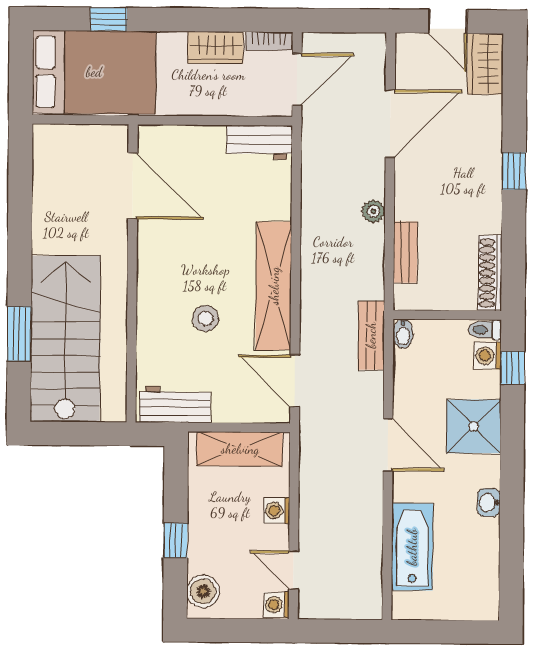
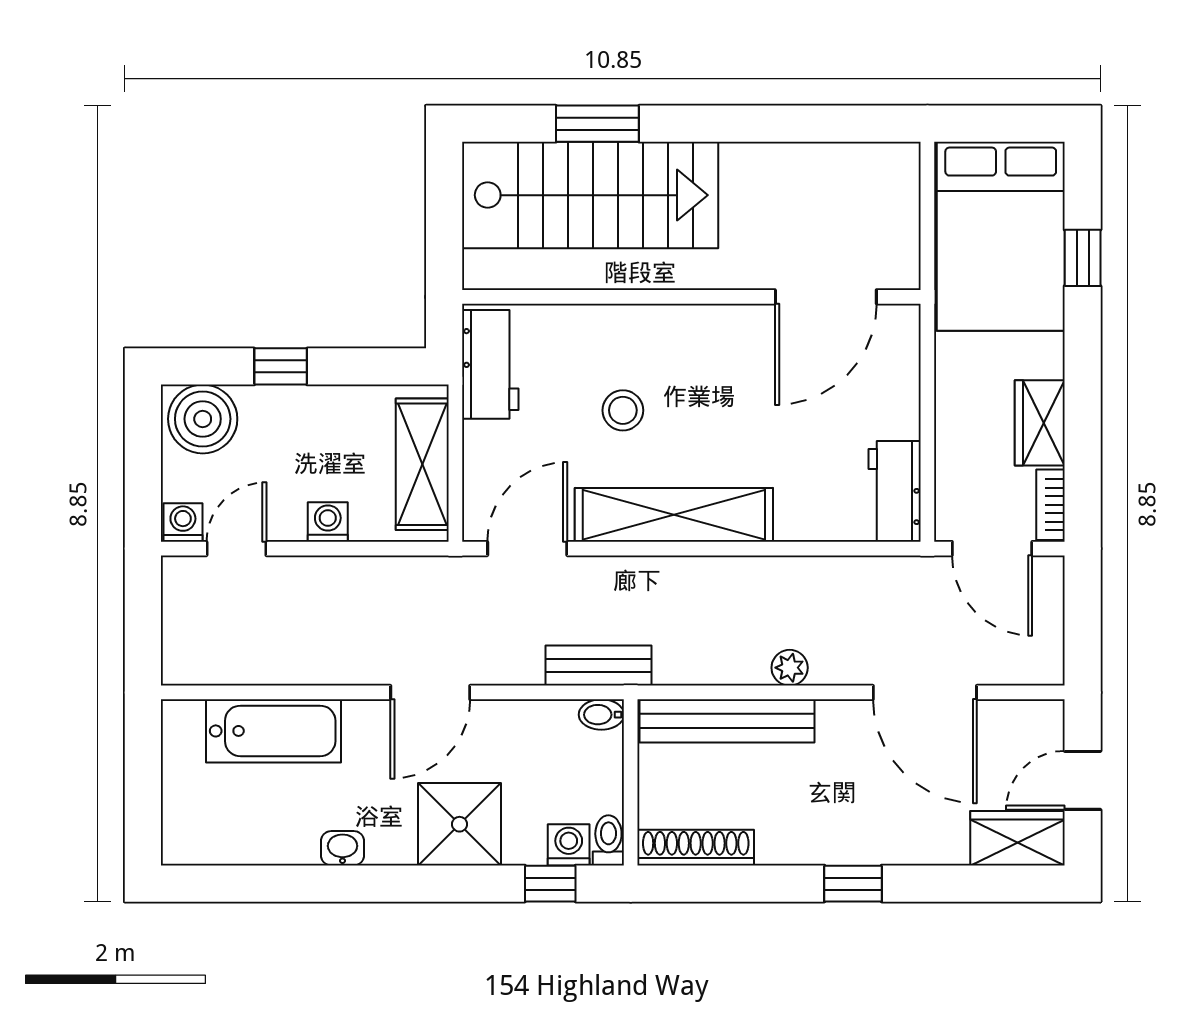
bench: (405, 252) -> (727, 721), width x1.86, depth x1.21
boiler: (203, 591) -> (203, 419), width x1.37, depth x1.37

